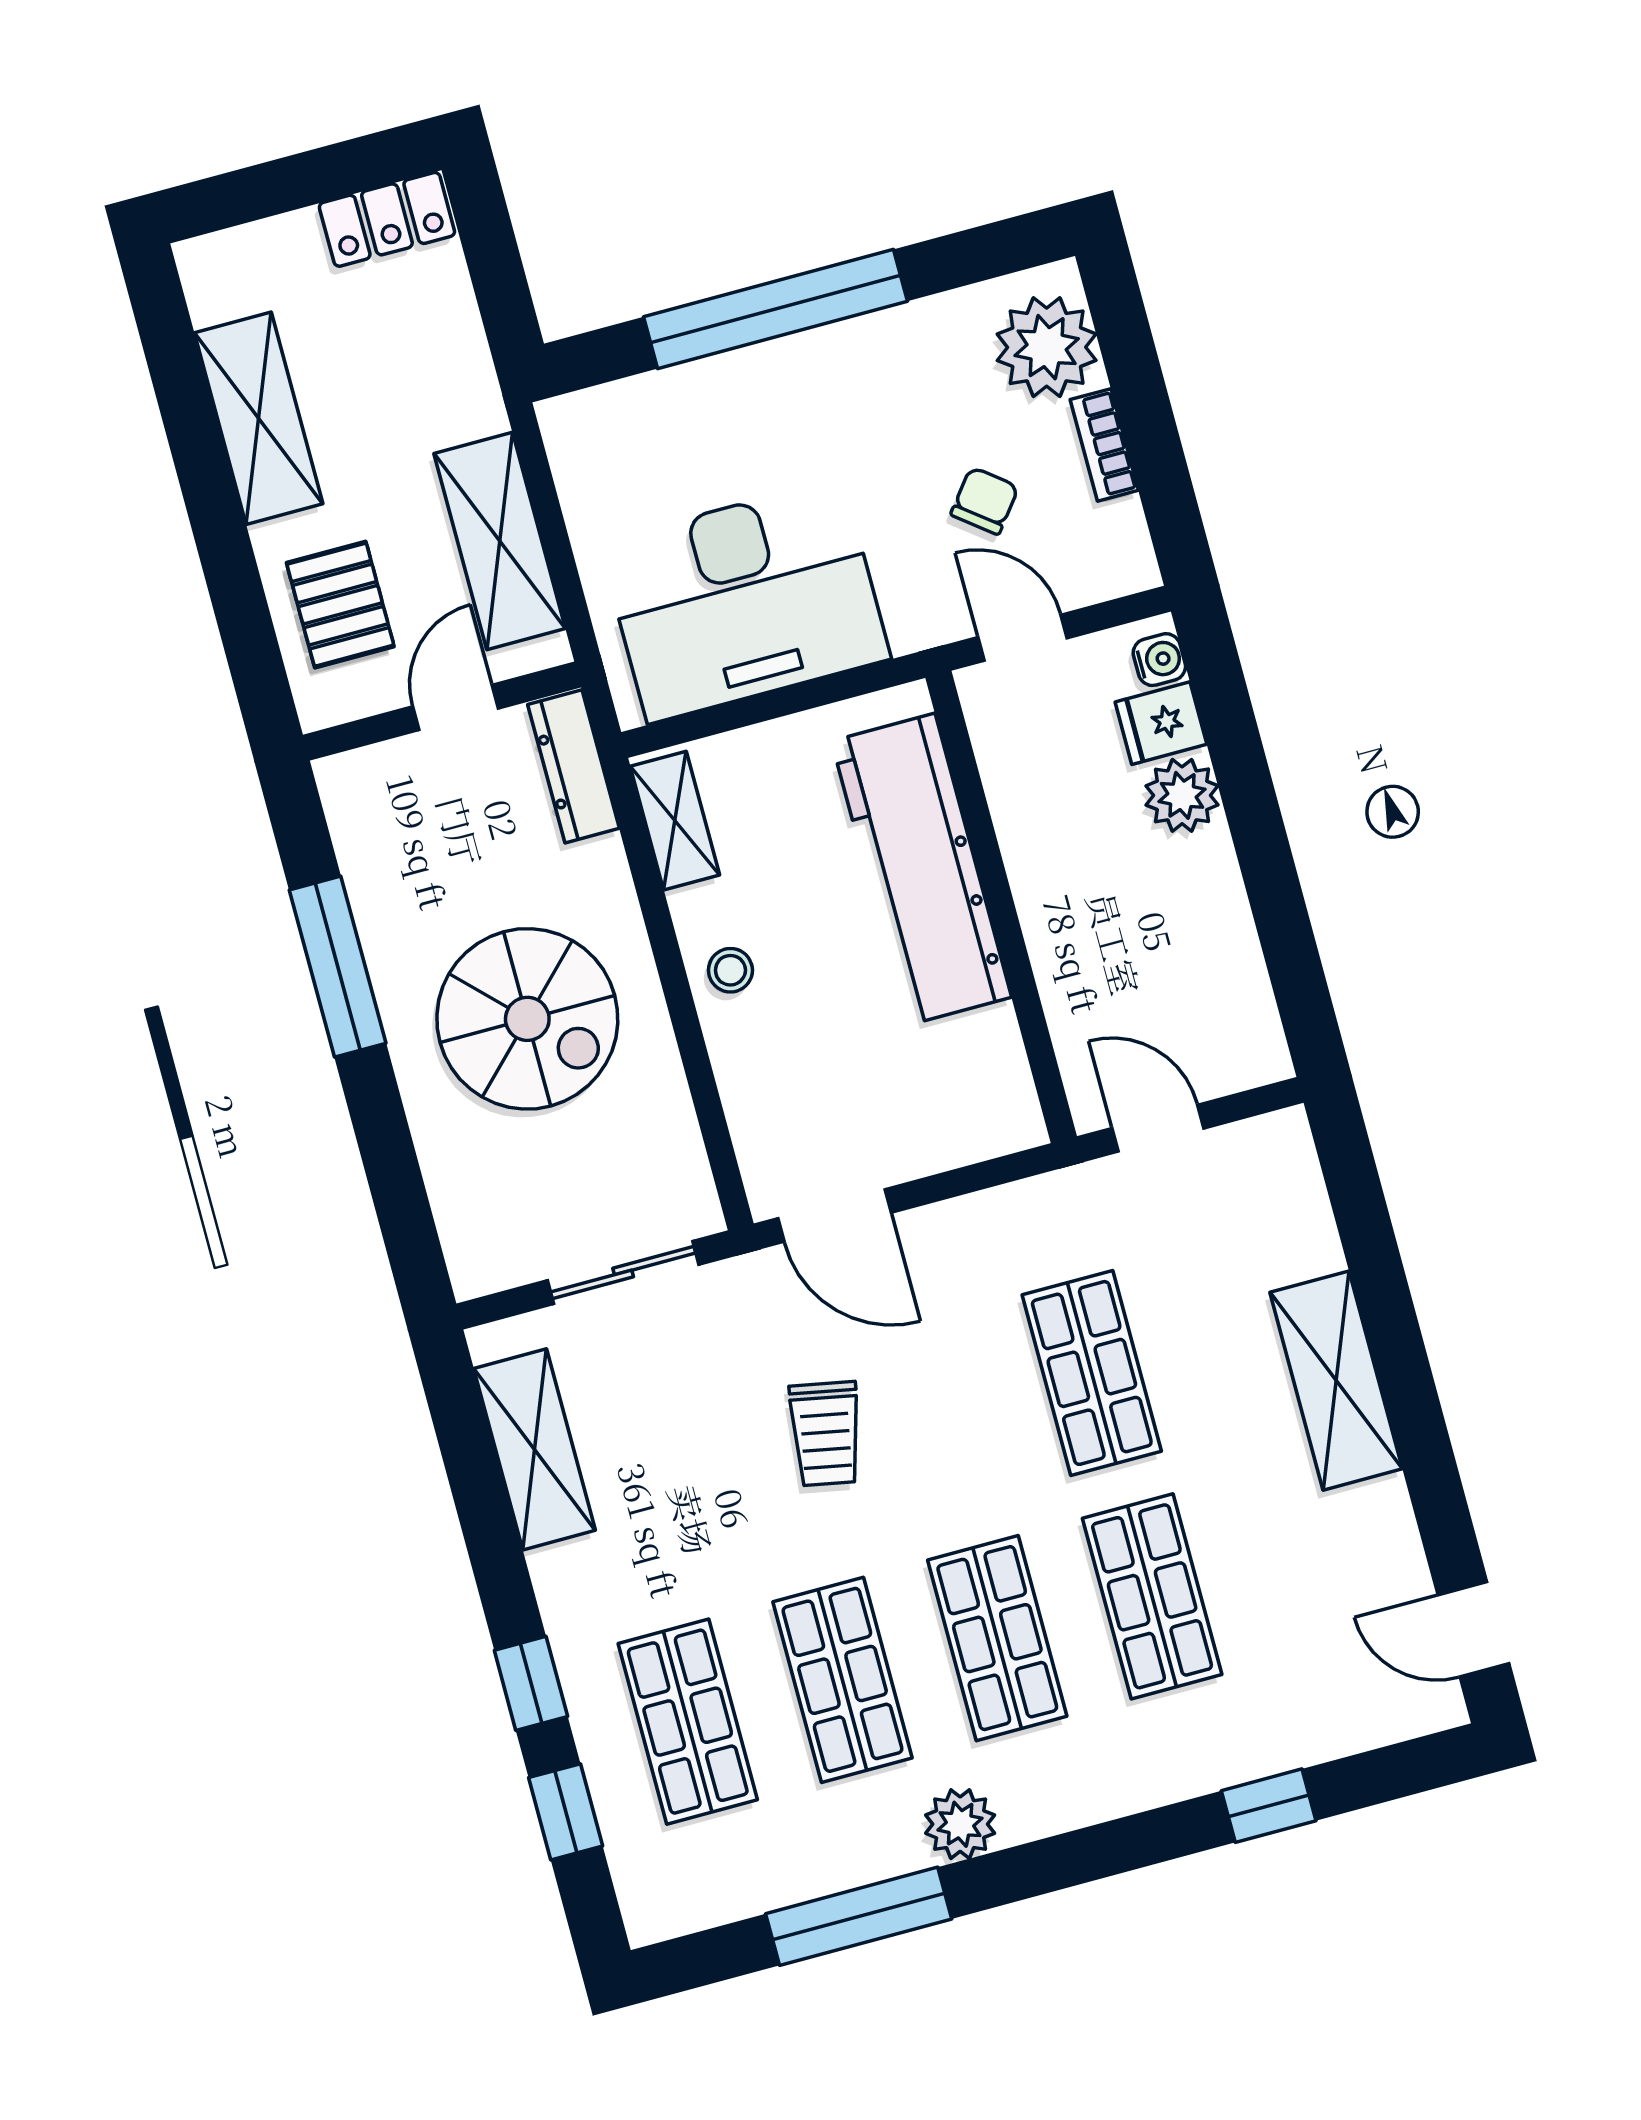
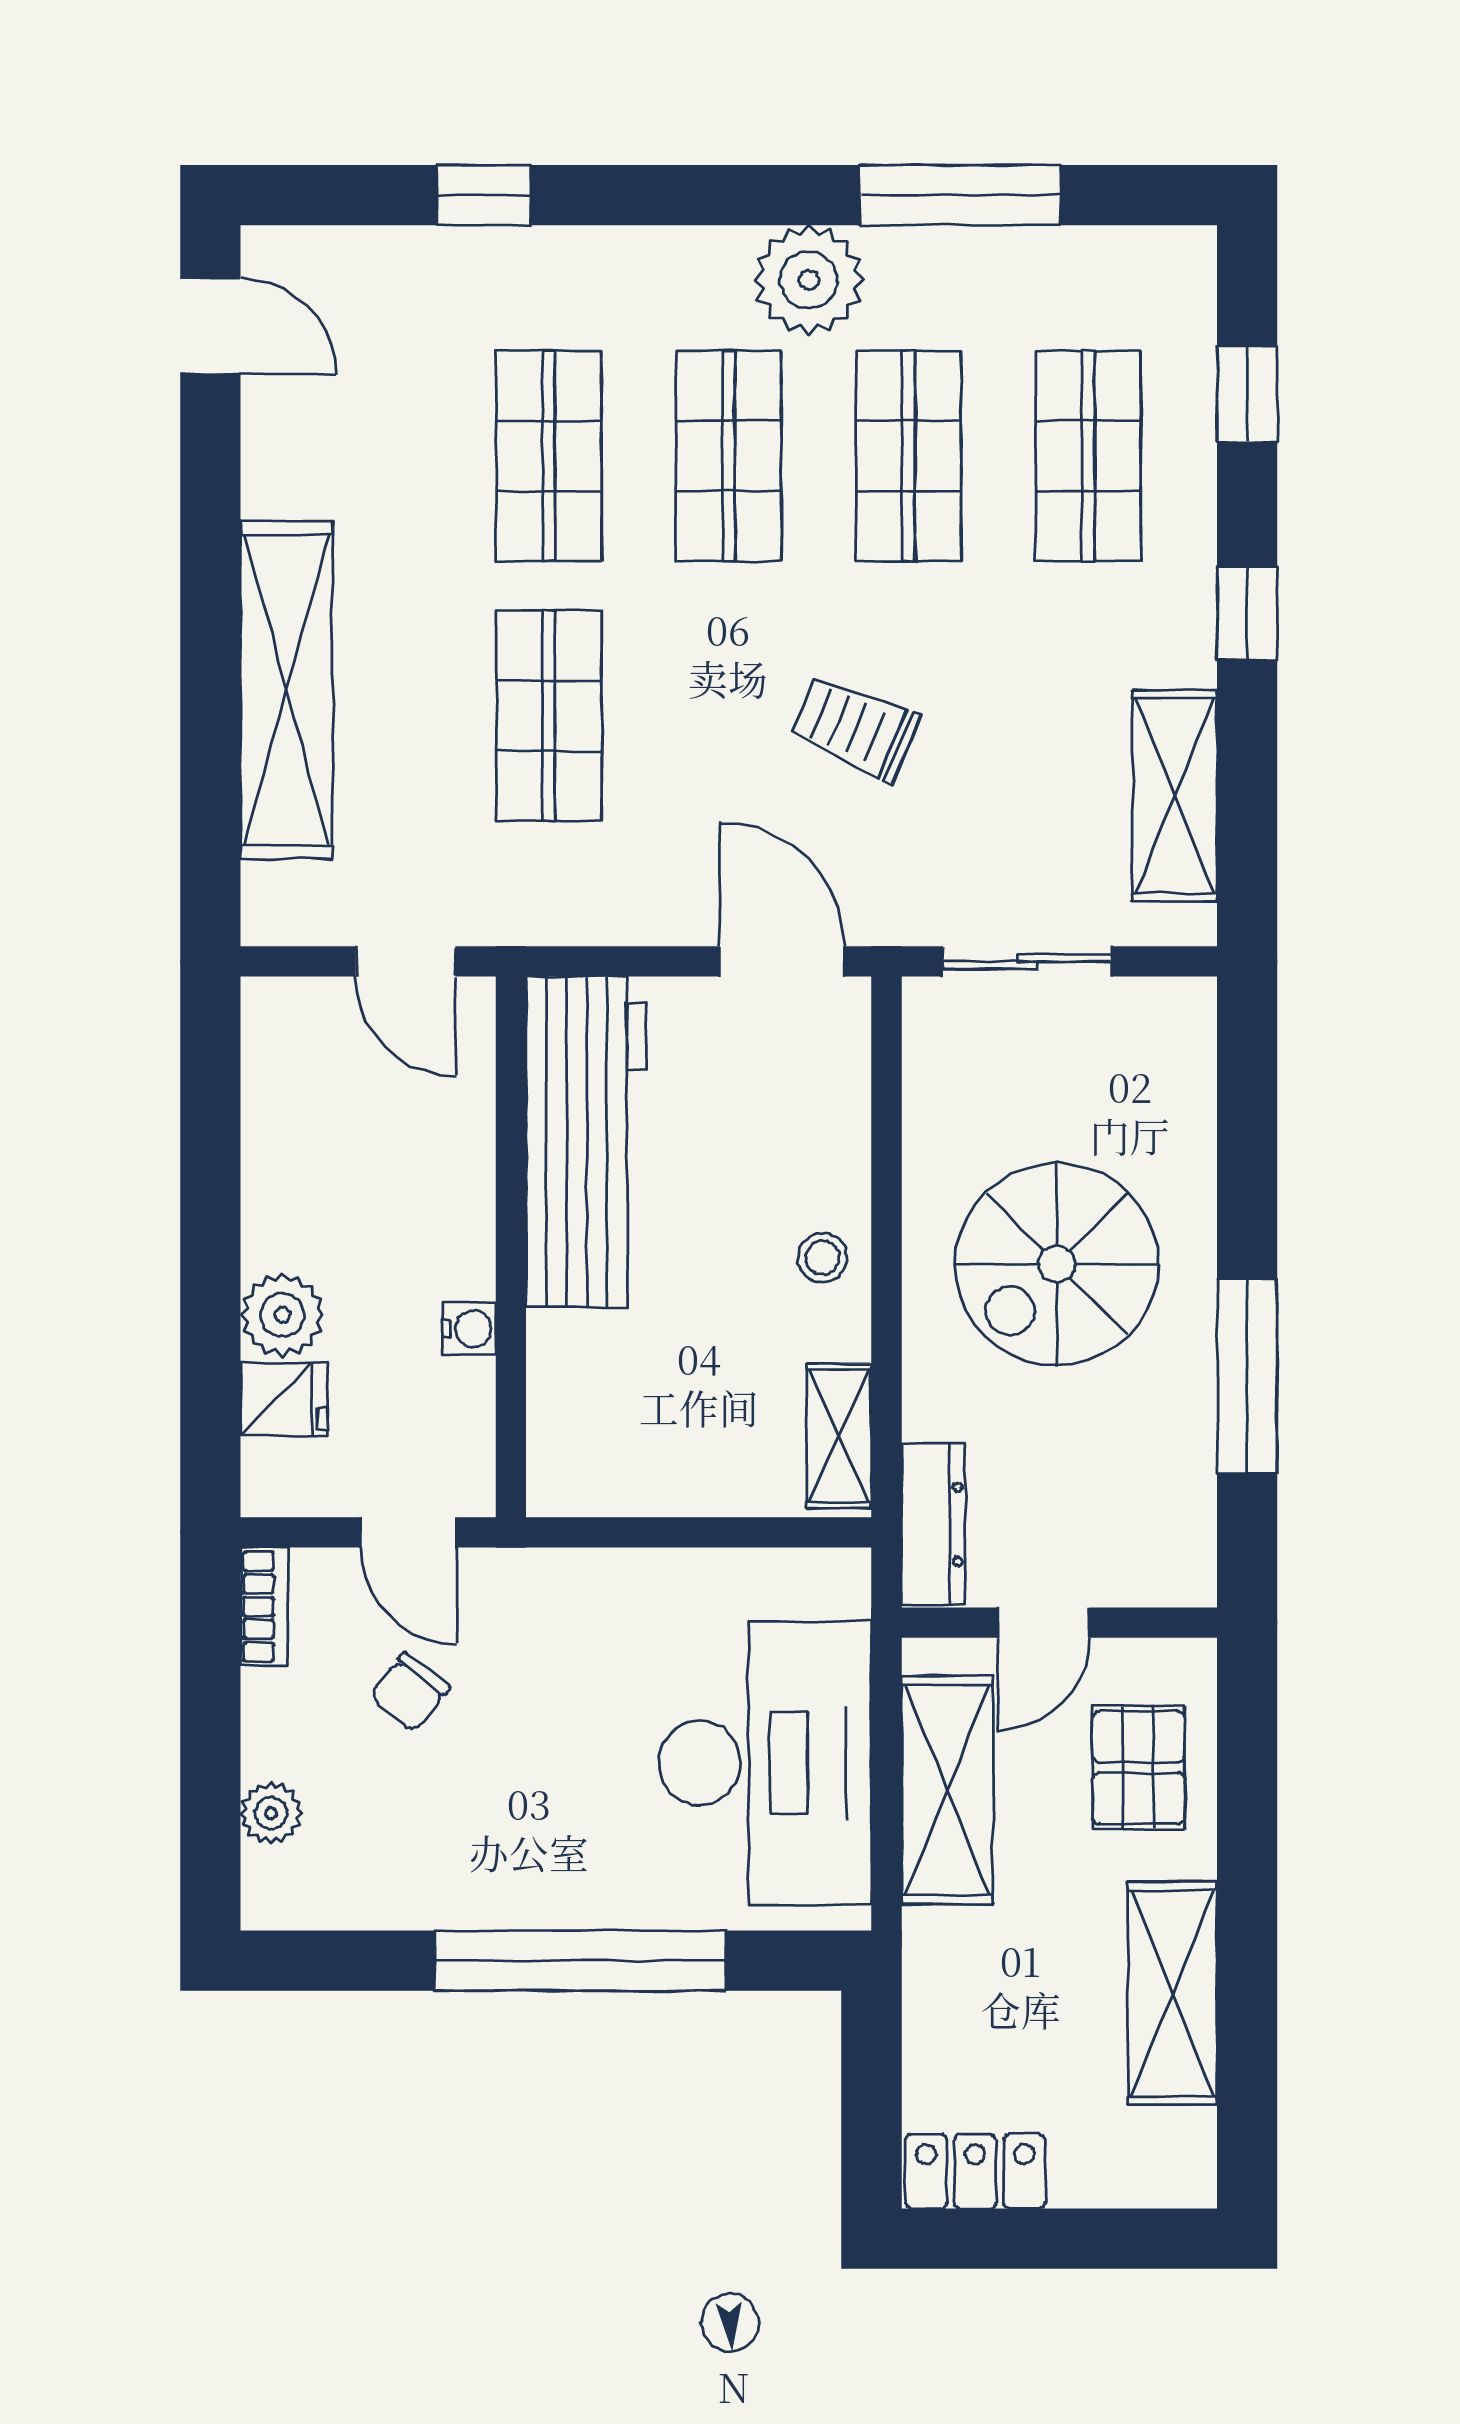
plant: (1047, 347) -> (271, 1813), width x0.53, depth x0.53
bookcase: (1104, 445) -> (264, 1607), moved
desk: (745, 601) -> (765, 1763), moved, turned 90
water cooler: (1159, 660) -> (469, 1329), moved, turned 180
workbench: (921, 869) -> (586, 1142), moved
spiral stairs: (527, 1019) -> (1057, 1264), turned -90
shelving: (1336, 1381) -> (286, 690), width x1.47
trolley: (826, 1434) -> (855, 728), turned -78
window: (531, 1683) -> (1247, 613), moved
plant: (960, 1824) -> (809, 280), width x1.36, depth x1.36

